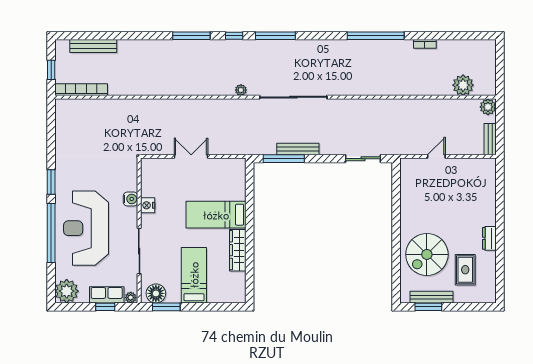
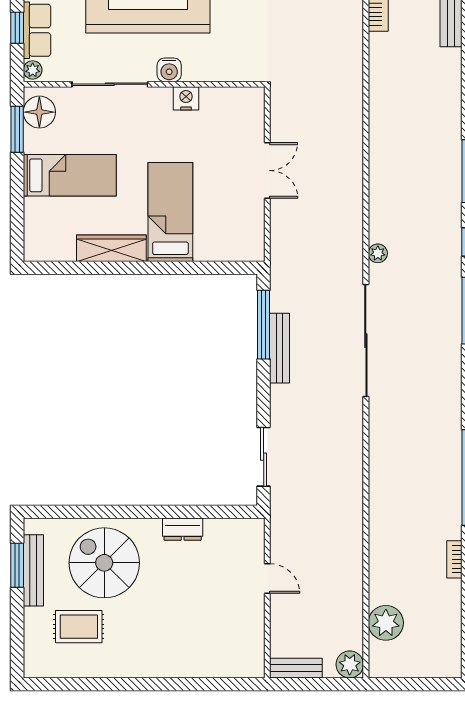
water cooler: (131, 199) -> (169, 70), moved
dresser: (489, 238) -> (183, 529), moved, turned 180

